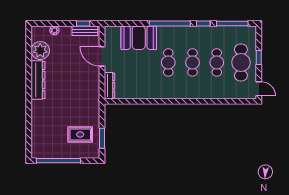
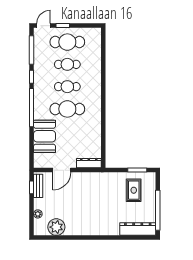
cafe table: (168, 62) -> (67, 109), width x1.37, depth x1.35
dresser: (38, 80) -> (138, 229), moved
door: (259, 89) -> (43, 26), moved

